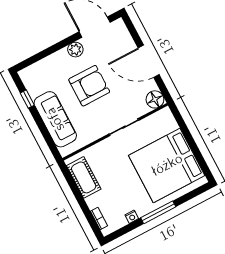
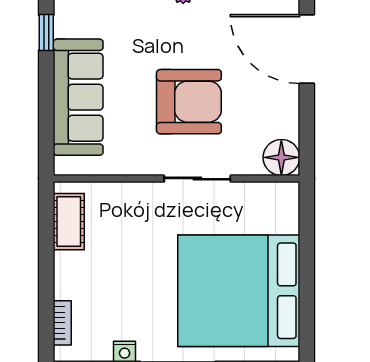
door: (149, 61) -> (307, 49), moved
armchair: (89, 86) -> (189, 102), moved
cot: (84, 177) -> (69, 222), width x0.73, depth x0.75

